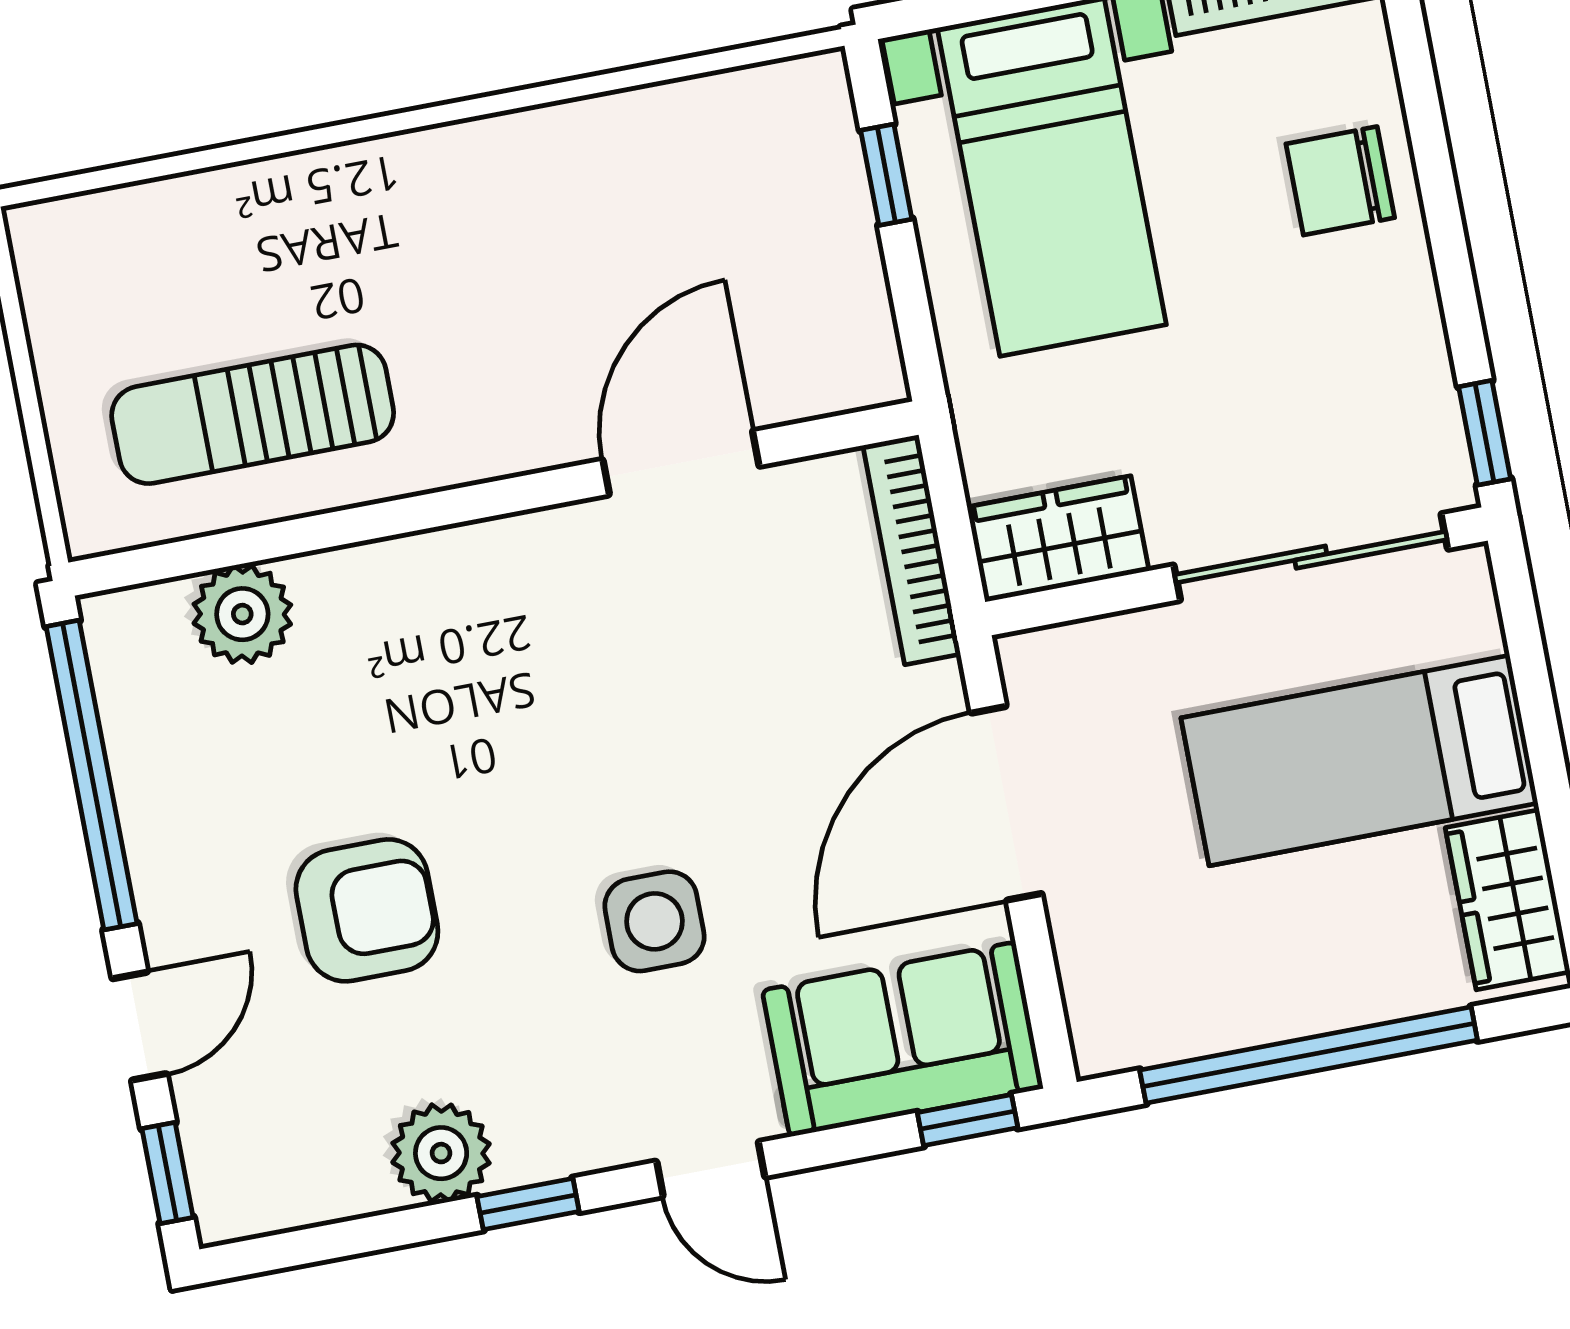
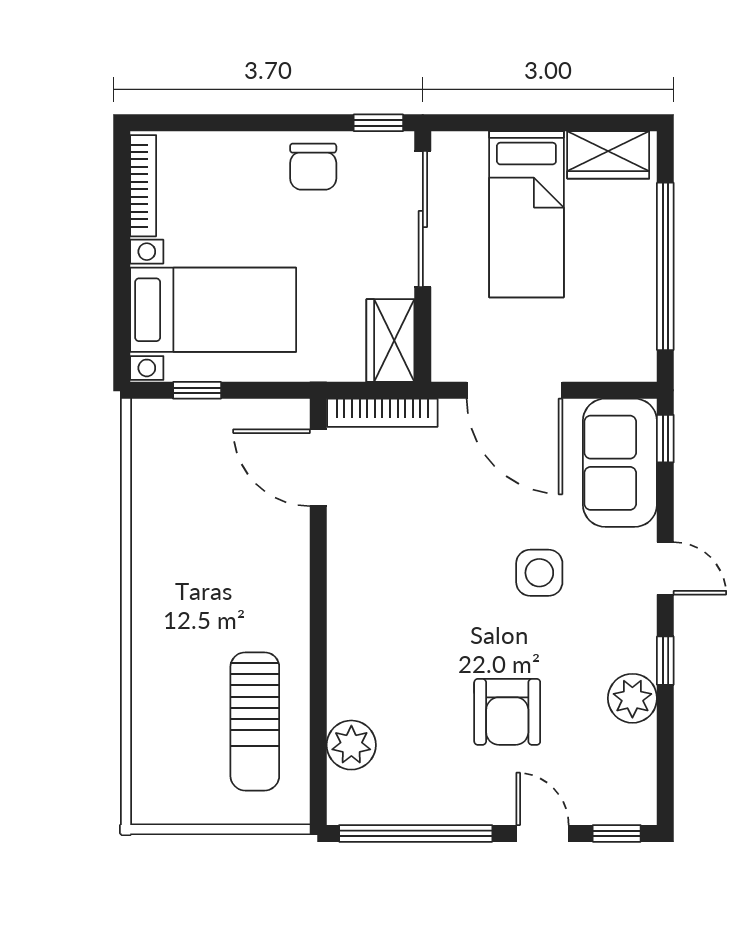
chair: (1340, 181) -> (313, 167), moved
door: (681, 463) -> (318, 468), moved
armchair: (367, 910) -> (507, 712), turned 180
door: (711, 1169) -> (665, 568), hinge flipped

